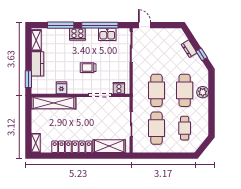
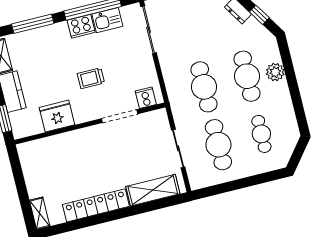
cooker: (77, 34) -> (81, 26), moved
fridge: (61, 88) -> (57, 116), width x1.88, depth x1.34
shelving: (54, 103) -> (51, 145), removed

